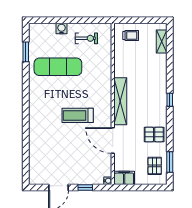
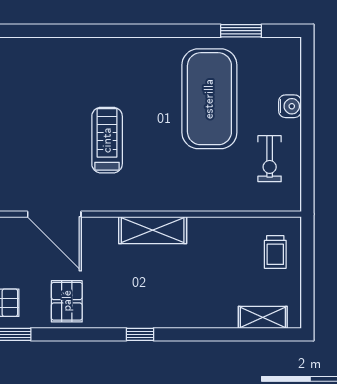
exercise mat: (58, 67) -> (209, 99), width x1.47
shelving: (120, 101) -> (153, 230), width x0.68
door: (113, 140) -> (54, 214), swing flipped

